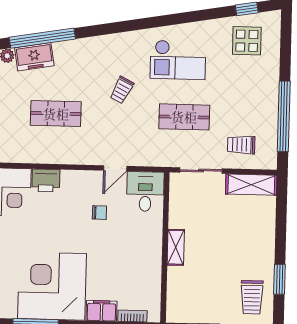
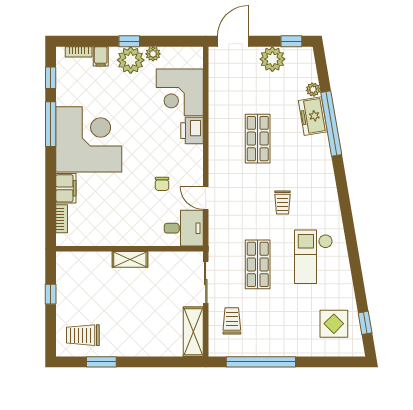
trolley: (122, 90) -> (282, 203), turned -117

